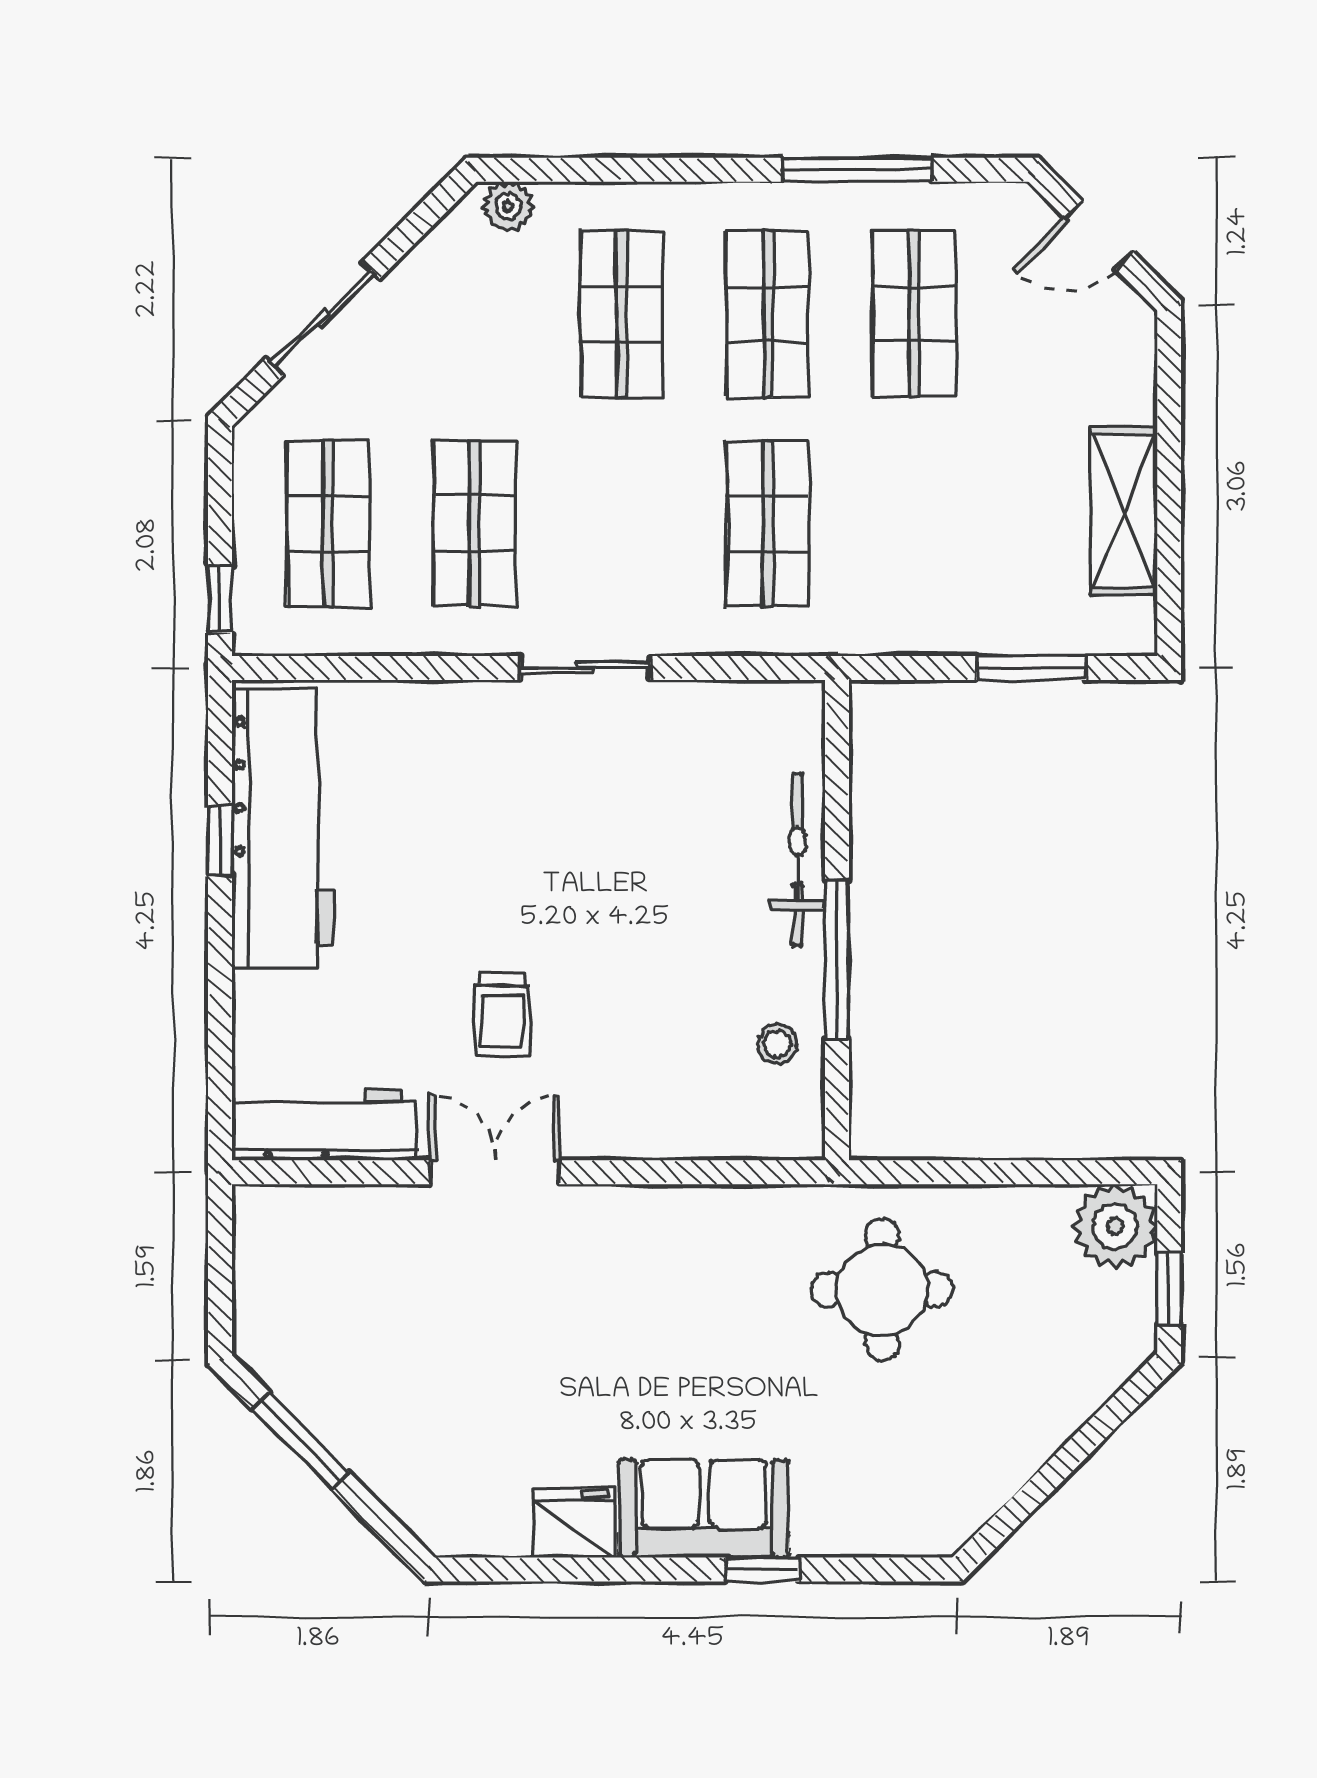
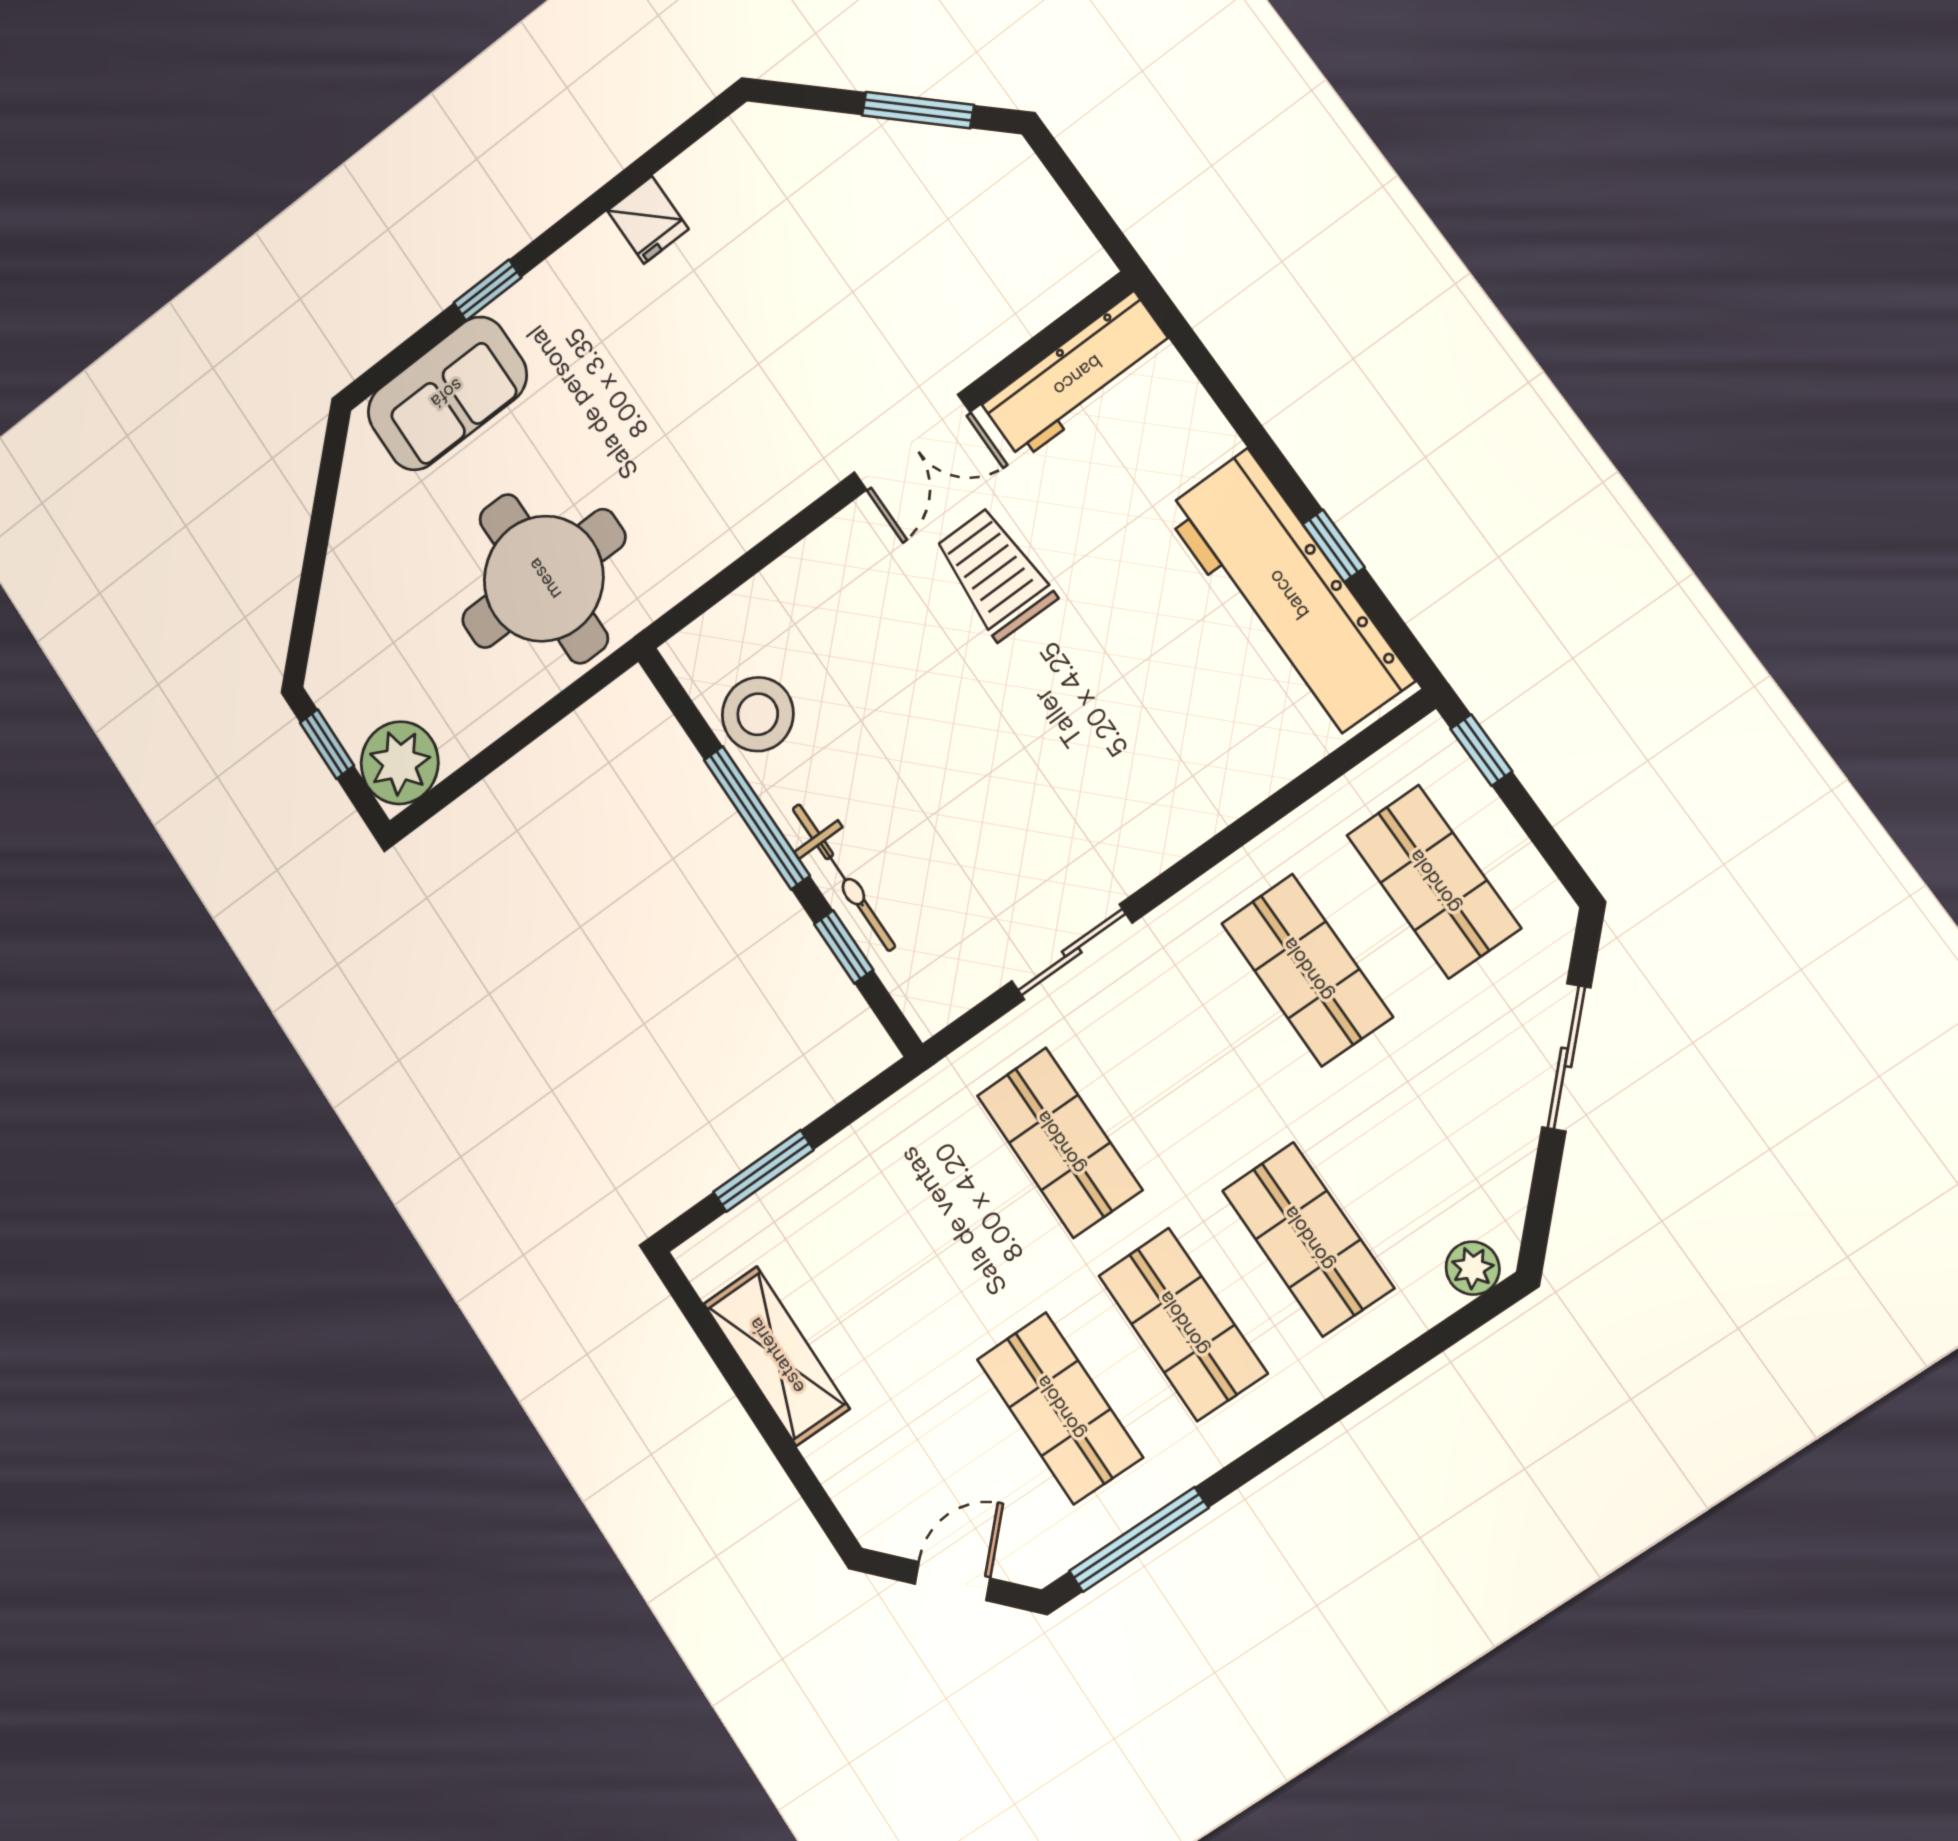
window: (857, 170) -> (1139, 1540), moved
sliding door: (585, 668) -> (1072, 952), moved
window: (837, 803) -> (844, 947), added
trolley: (502, 1016) -> (995, 573), width x1.36, depth x1.39
stool: (777, 1044) -> (758, 714), width x1.89, depth x1.89
round table: (882, 1290) -> (544, 579), width x1.36, depth x1.36
sofa: (704, 1509) -> (447, 394), moved
fridge: (574, 1523) -> (648, 220), width x0.72

